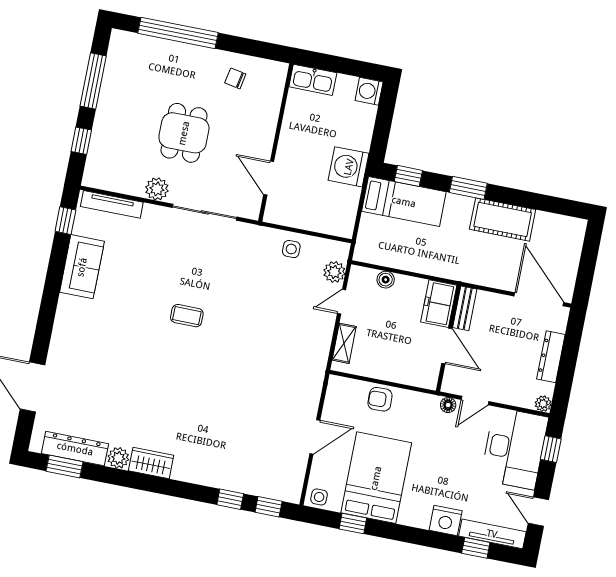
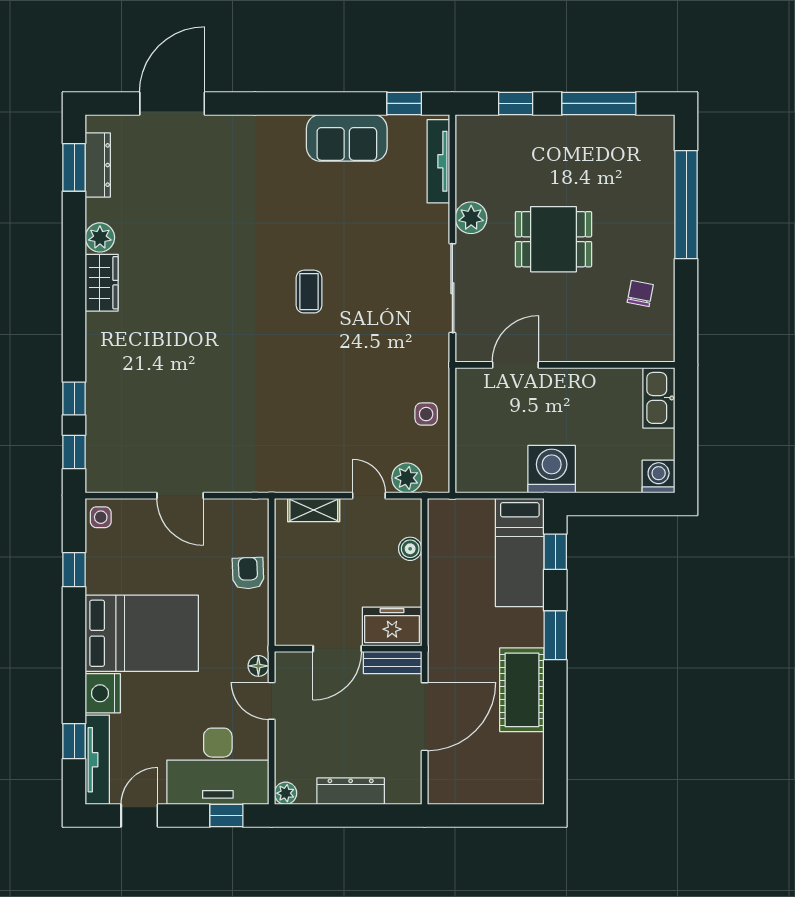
door: (539, 299) -> (425, 717), moved
dresser: (75, 449) -> (98, 165), width x0.73, depth x0.80
bed: (376, 478) -> (142, 633), moved

